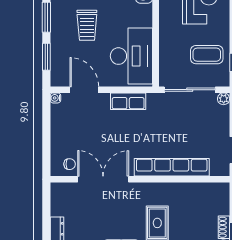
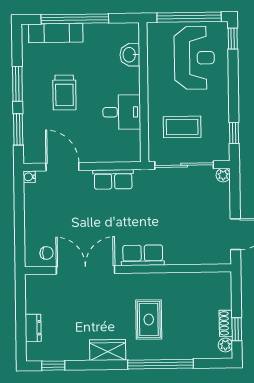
coffee table: (207, 55) -> (182, 127), moved
desk: (131, 56) -> (122, 112), width x0.53, depth x0.77
row of seats: (172, 167) -> (143, 255), width x0.50

